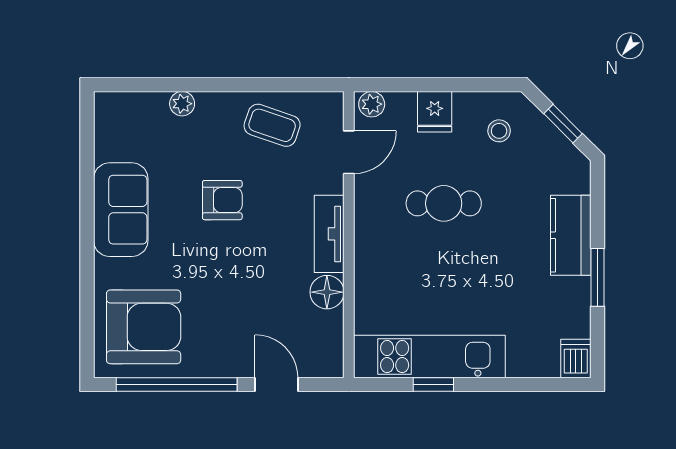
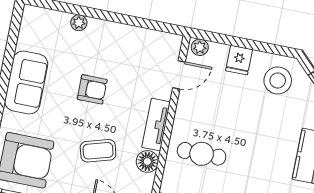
coffee table: (272, 125) -> (98, 151), moved, turned -35
stool: (499, 131) -> (278, 80), width x1.89, depth x1.89
cafe table: (444, 203) -> (202, 154), moved

